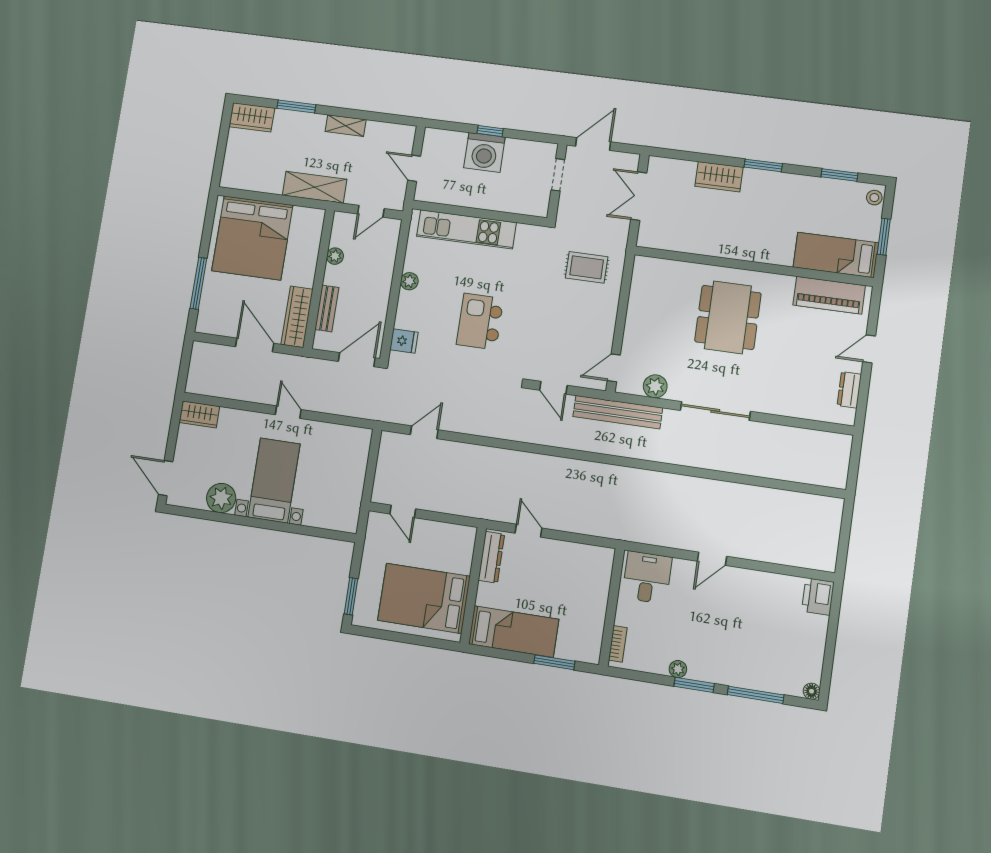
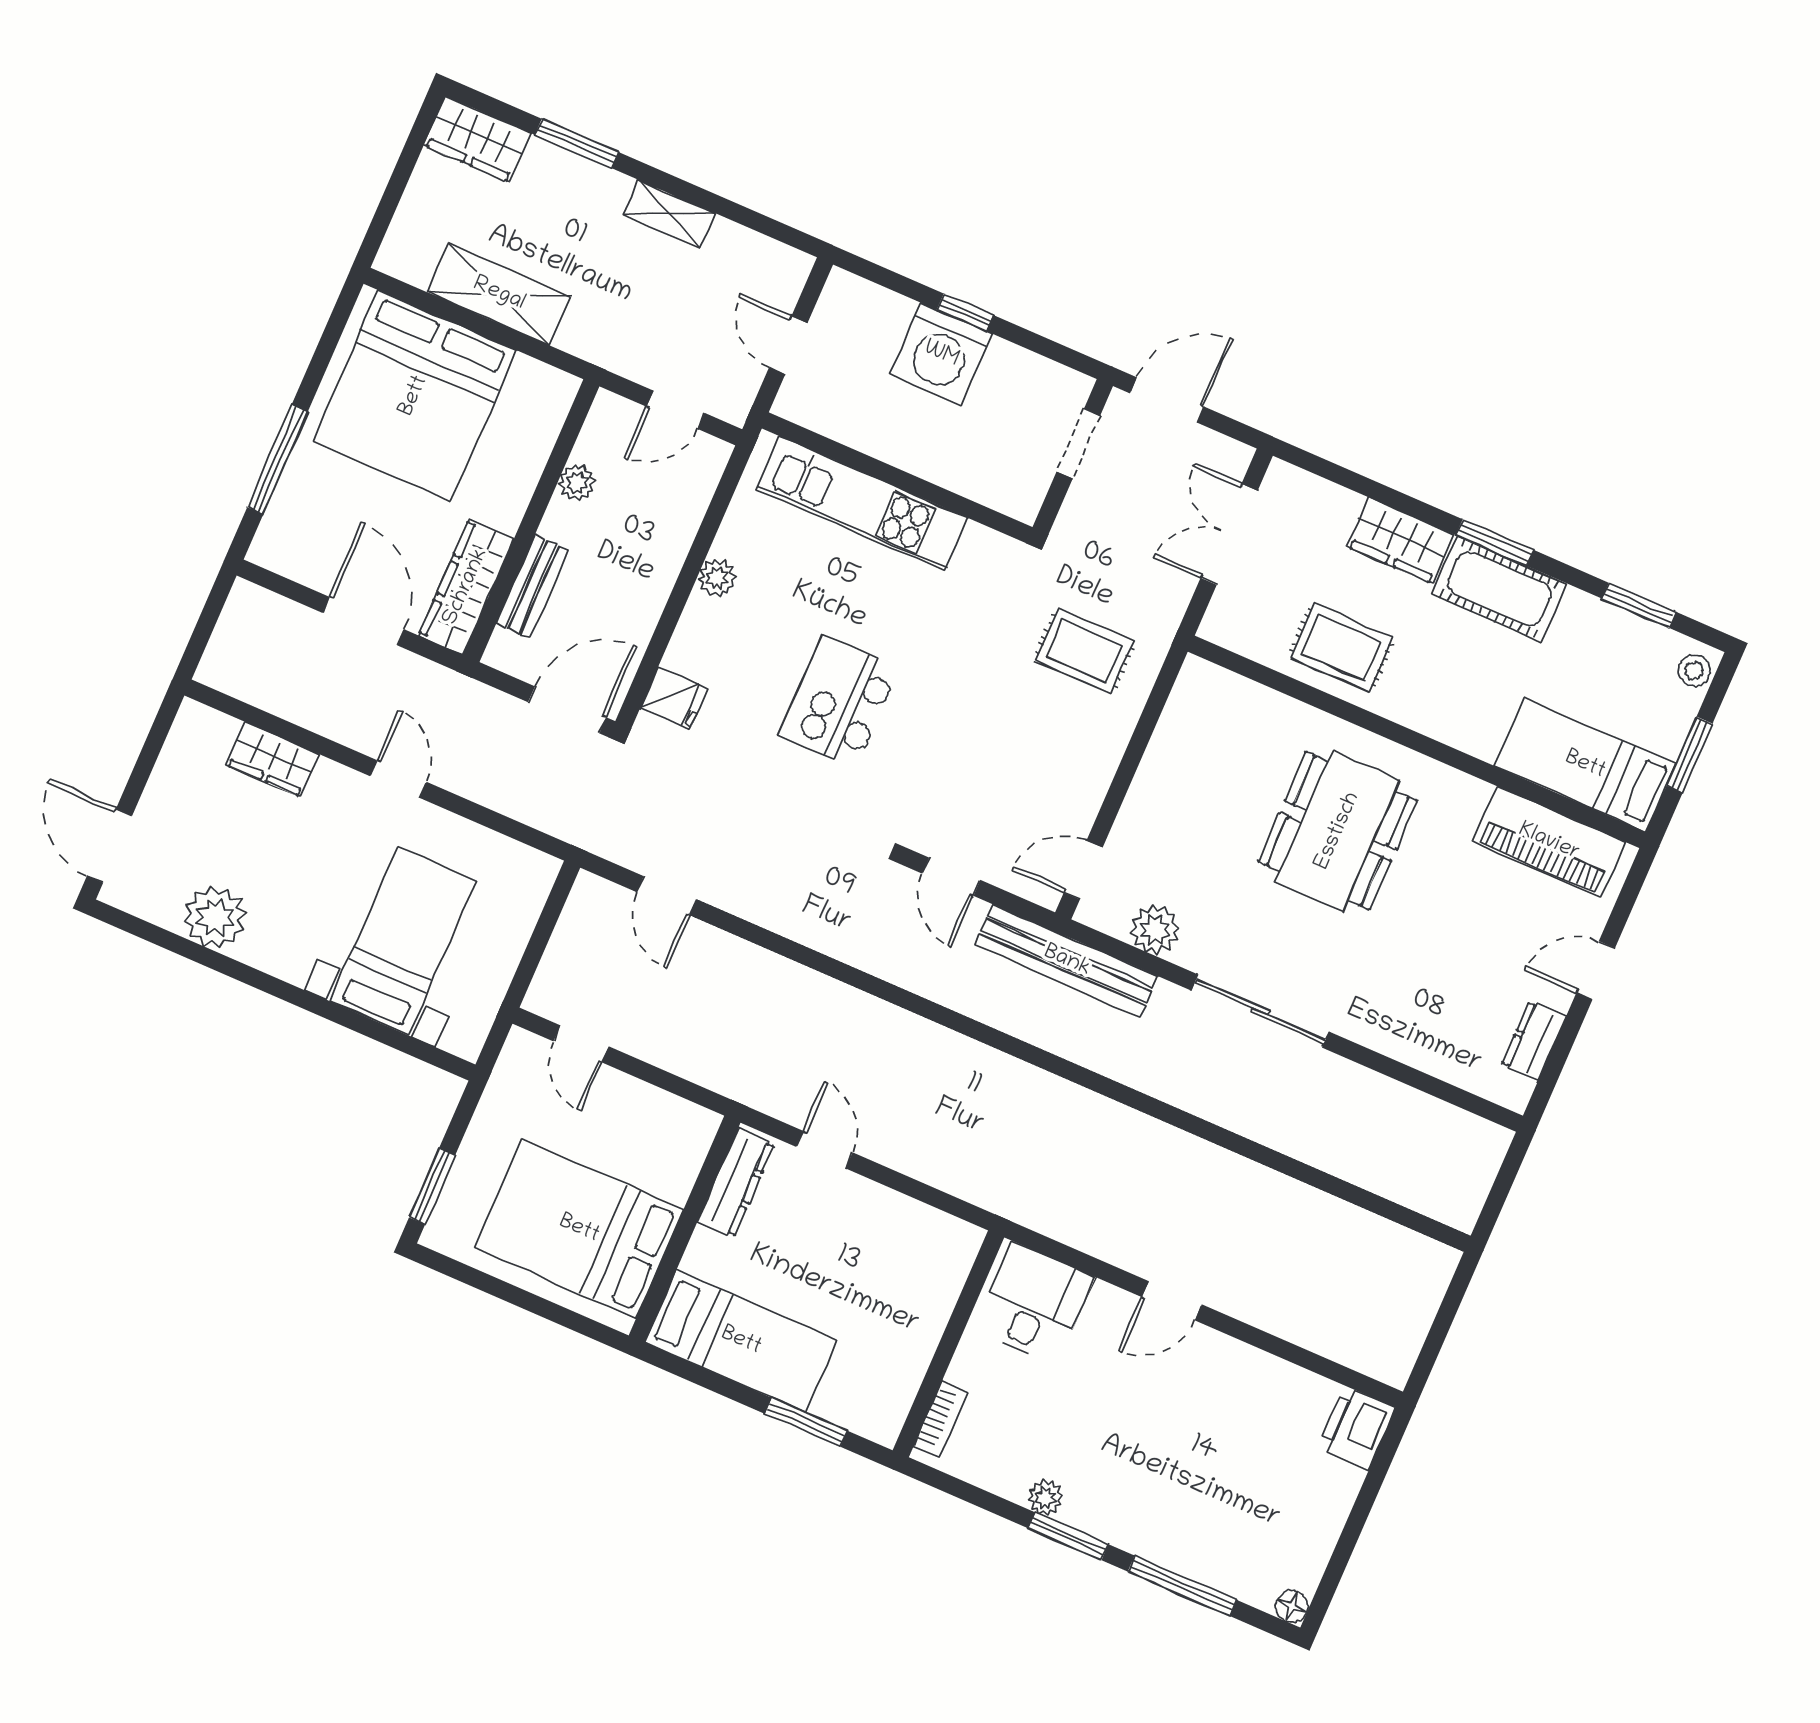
cot: (771, 186) -> (1499, 589), added
shelving: (315, 187) -> (499, 294), moved
rug: (705, 233) -> (1341, 648), added
wardrobe: (199, 414) -> (272, 759), moved
door: (424, 432) -> (667, 896), swing flipped
bed with nightstands: (274, 480) -> (403, 941), moved

